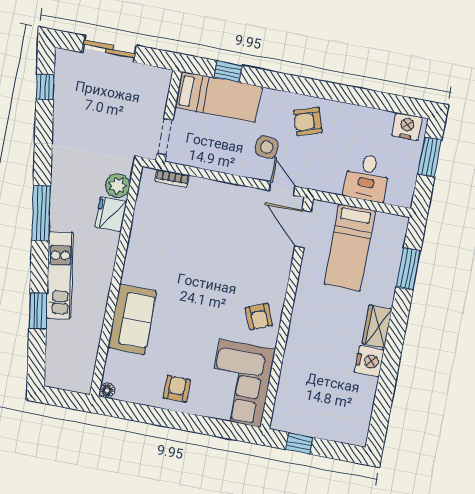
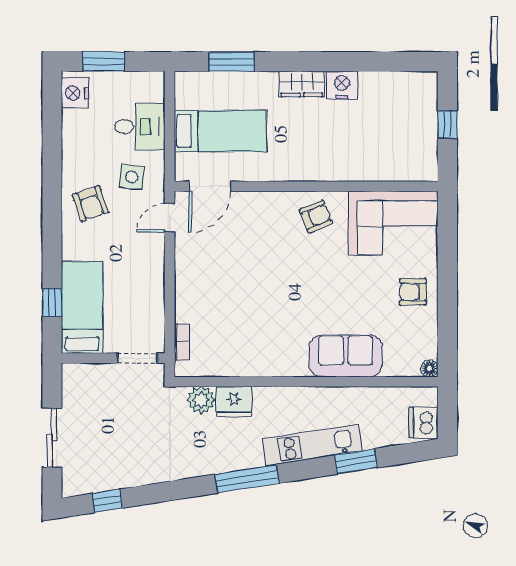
side table: (267, 147) -> (132, 177), moved
dishwasher: (61, 376) -> (423, 423), added
window: (299, 443) -> (447, 124), moved

